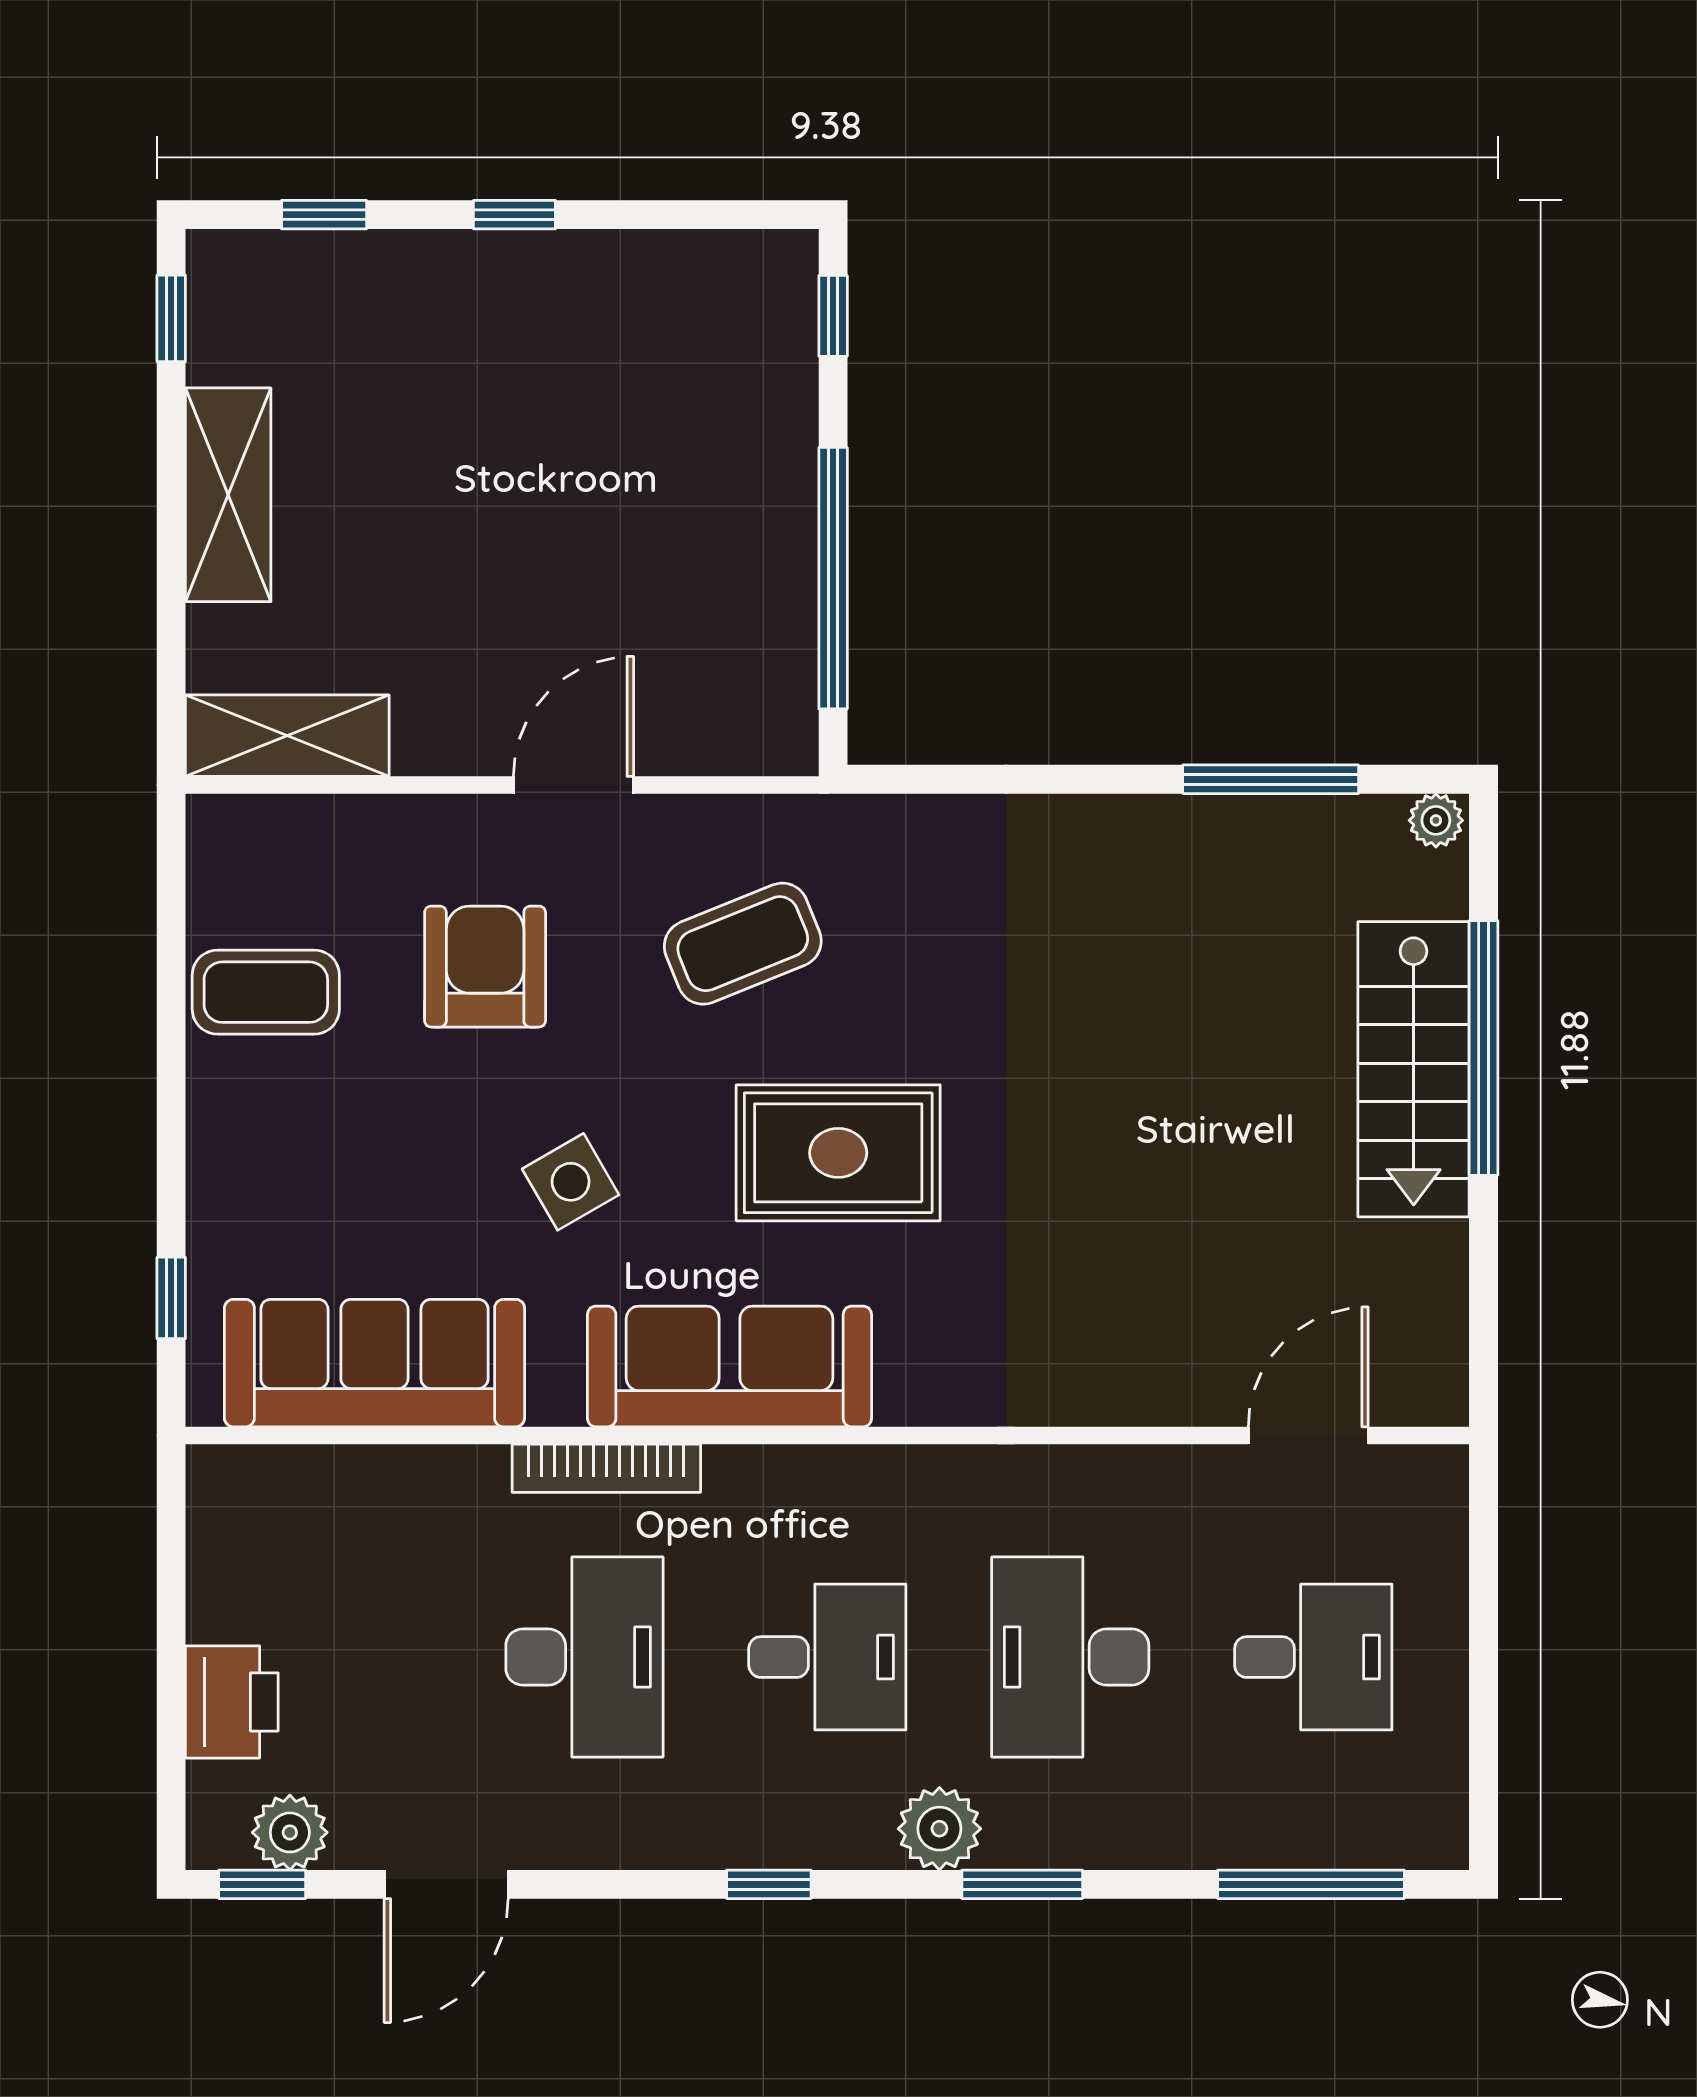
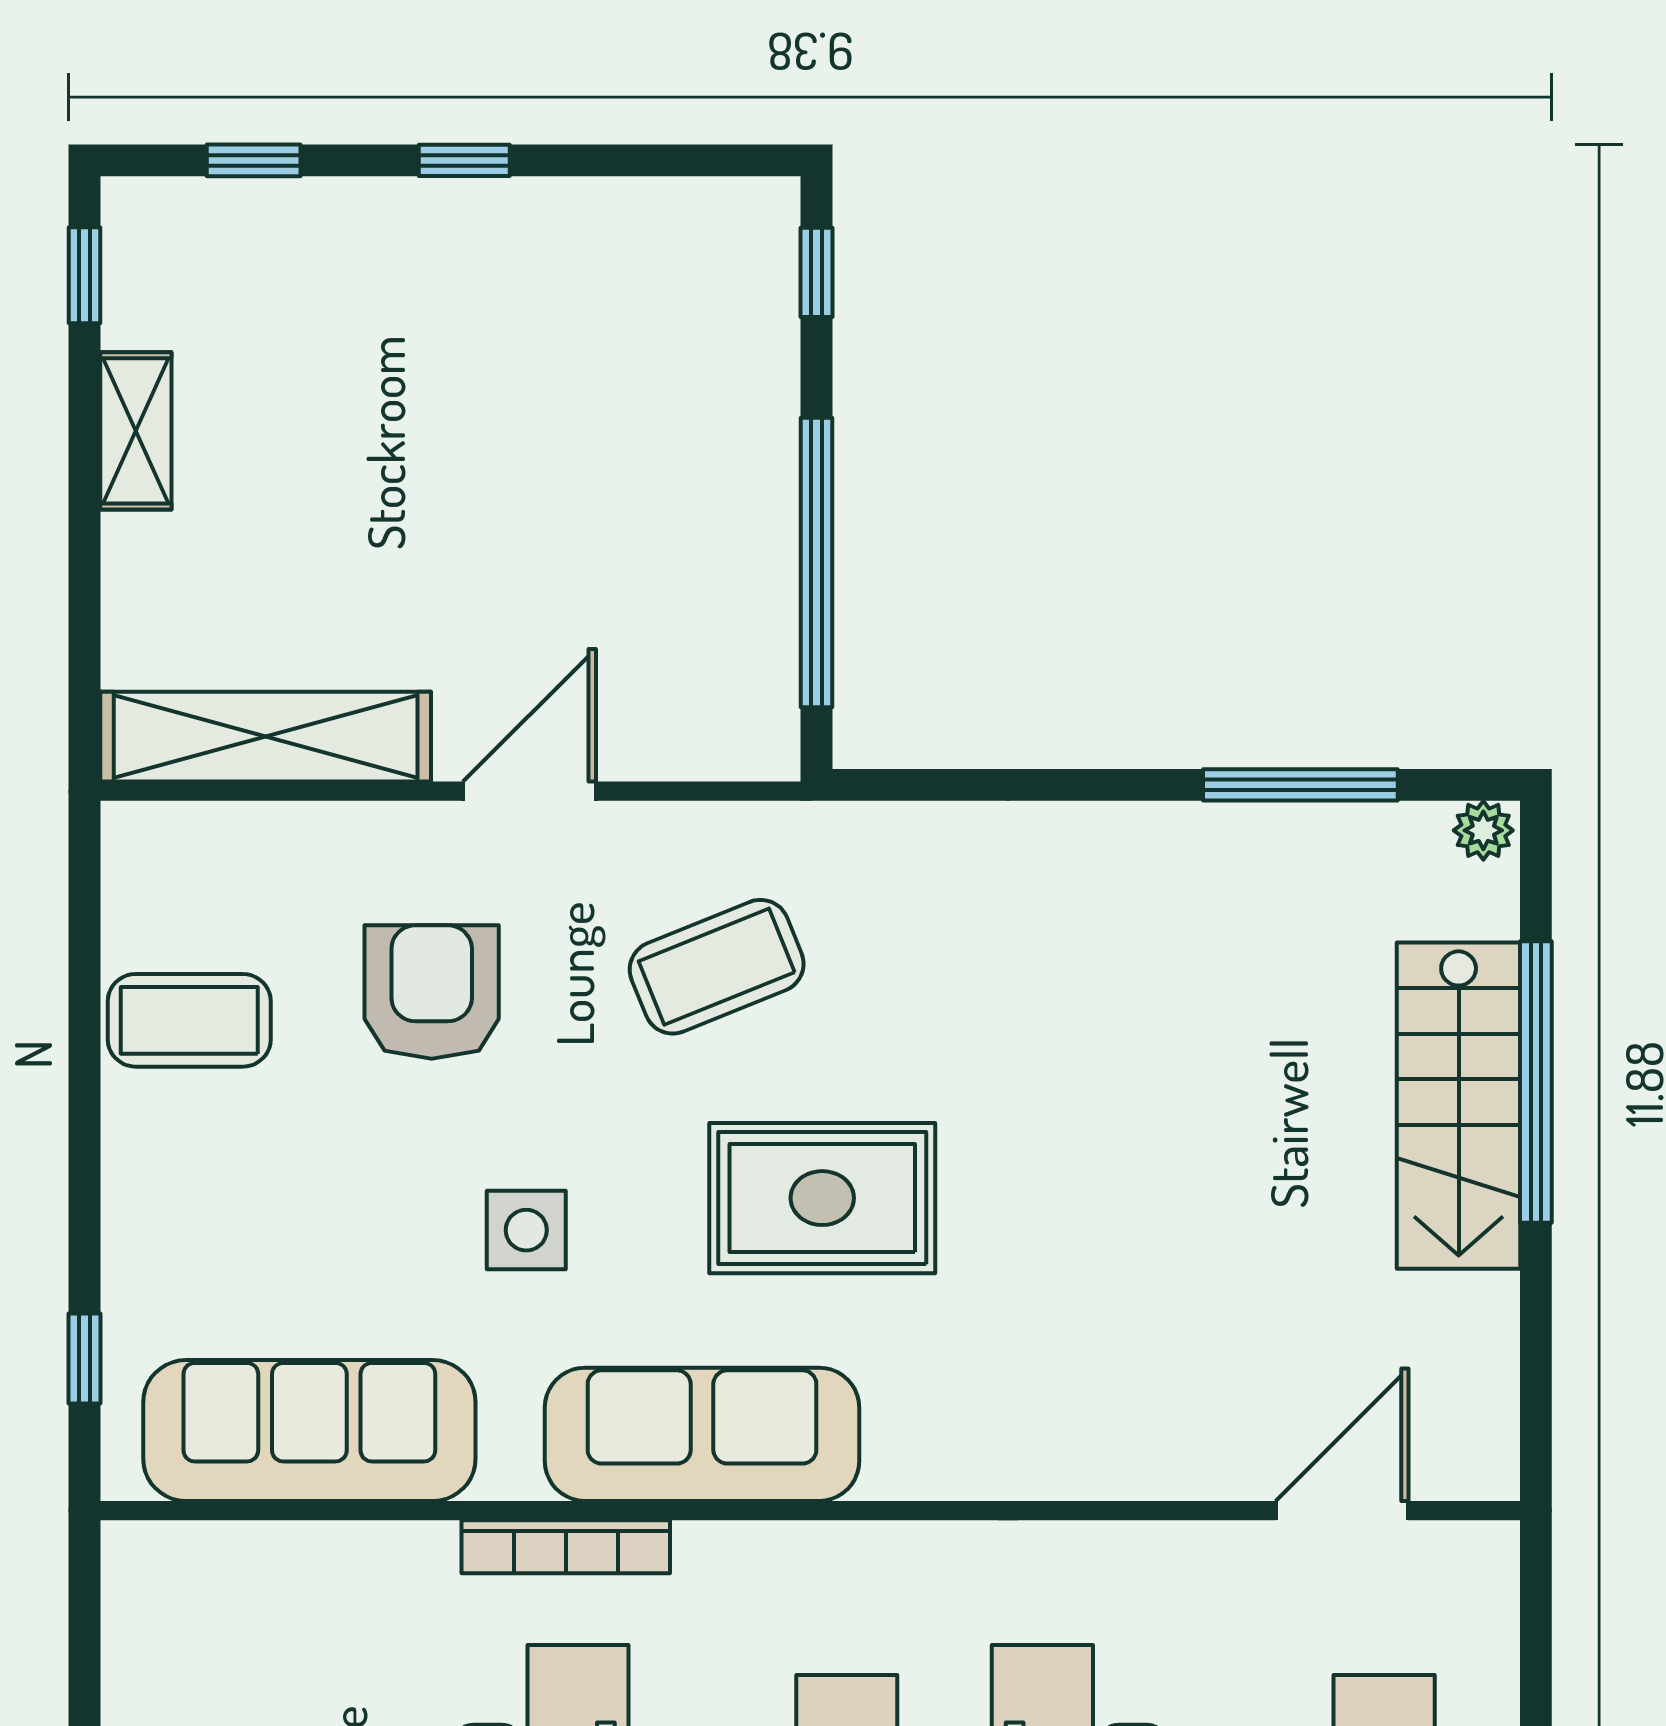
shelving: (228, 495) -> (136, 431), width x0.67, depth x0.75
shelving: (287, 736) -> (266, 737), width x1.47
side table: (571, 1182) -> (526, 1230), turned 30

